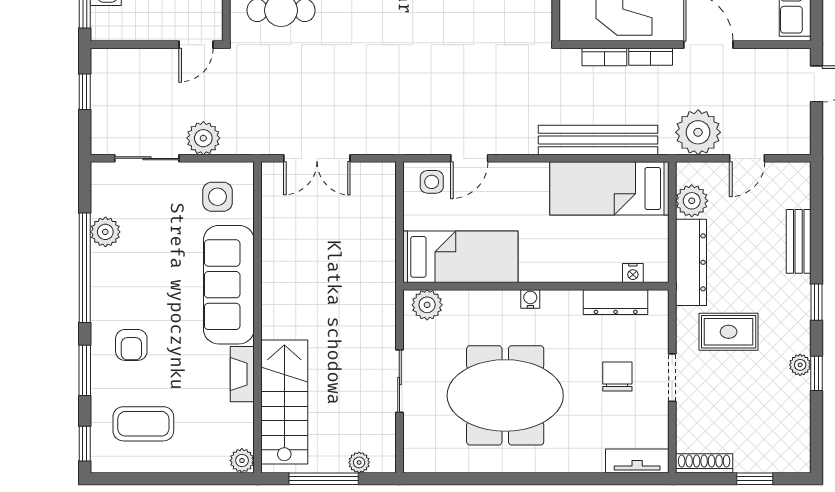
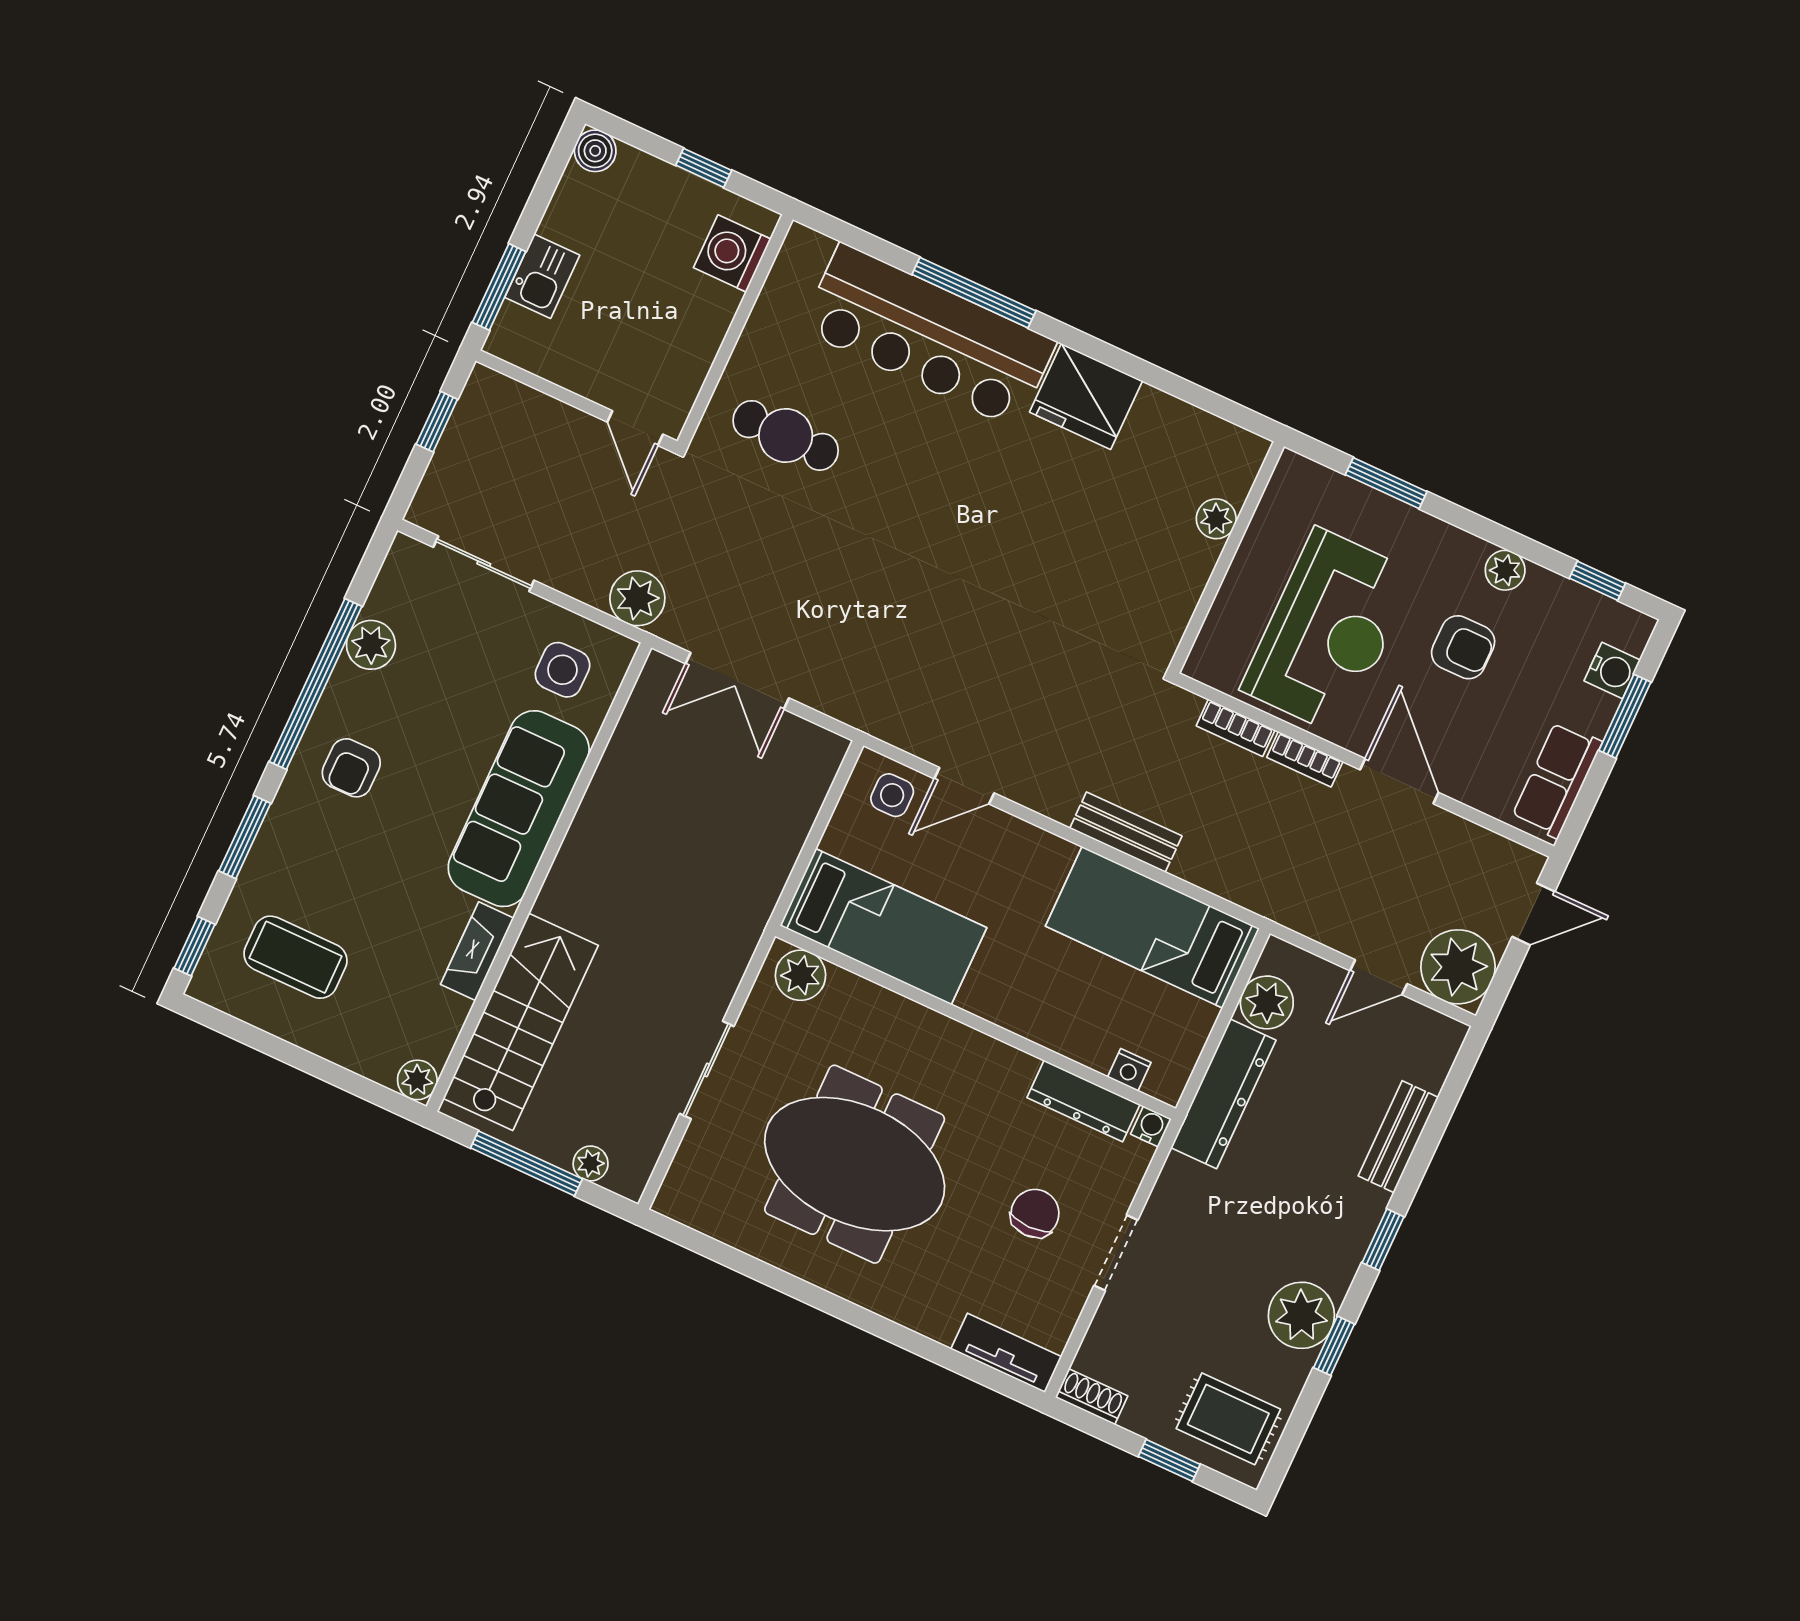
door: (196, 45) -> (635, 428), hinge flipped
plant: (698, 132) -> (1458, 967), moved
plant: (203, 138) -> (637, 598), moved
bench: (598, 140) -> (1126, 832), width x0.54, depth x0.82
water cooler: (530, 299) -> (1151, 1127), moved
rug: (729, 332) -> (1228, 1419), moved
armchair: (131, 345) -> (351, 768), moved
plant: (800, 365) -> (1301, 1315), width x1.88, depth x1.88
shoe rack: (704, 463) -> (1092, 1397), width x0.70

